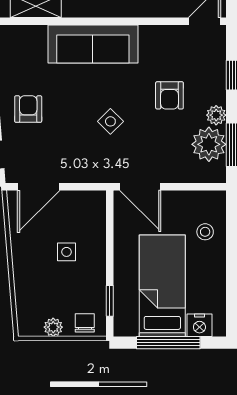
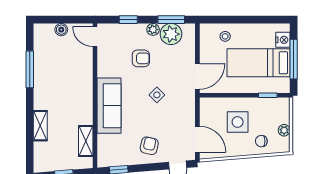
armchair: (28, 109) -> (149, 146), turned 102
side table: (67, 252) -> (238, 122), width x1.87, depth x1.87
chair: (85, 323) -> (261, 141), moved

